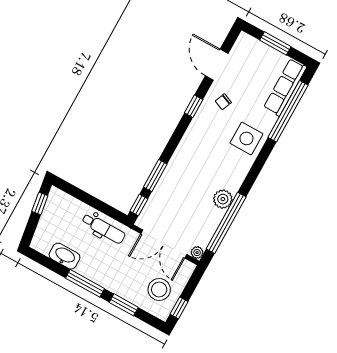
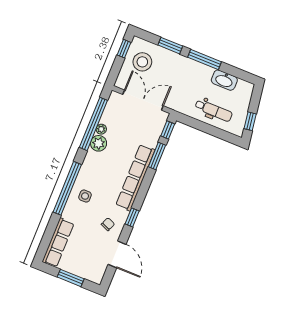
window: (288, 111) -> (67, 188), moved
side table: (246, 138) -> (85, 196), width x0.54, depth x0.54
row of seats: (184, 153) -> (135, 178), added
dental chair: (104, 228) -> (214, 110), moved, turned 180
plant: (197, 253) -> (101, 129), moved

